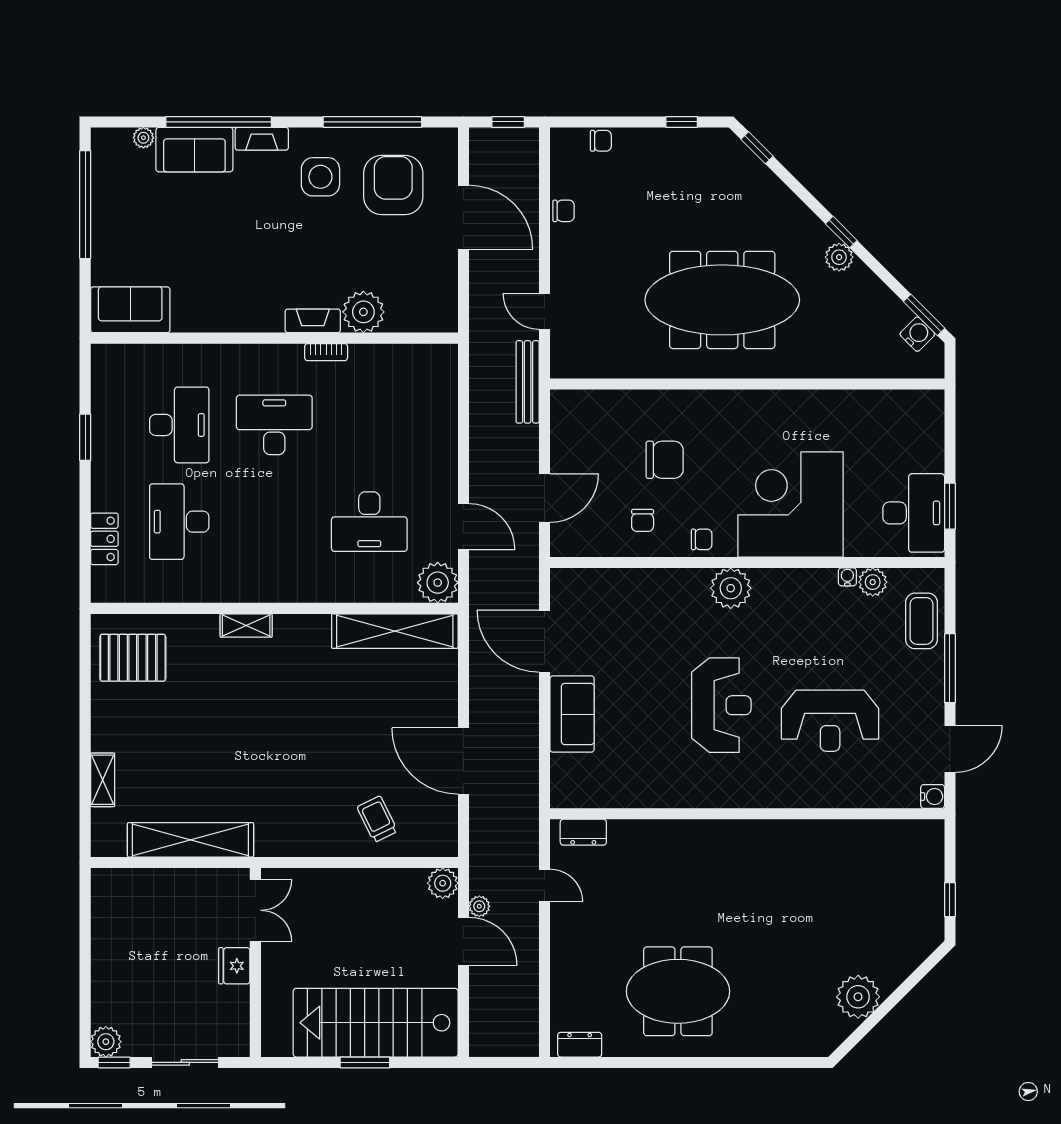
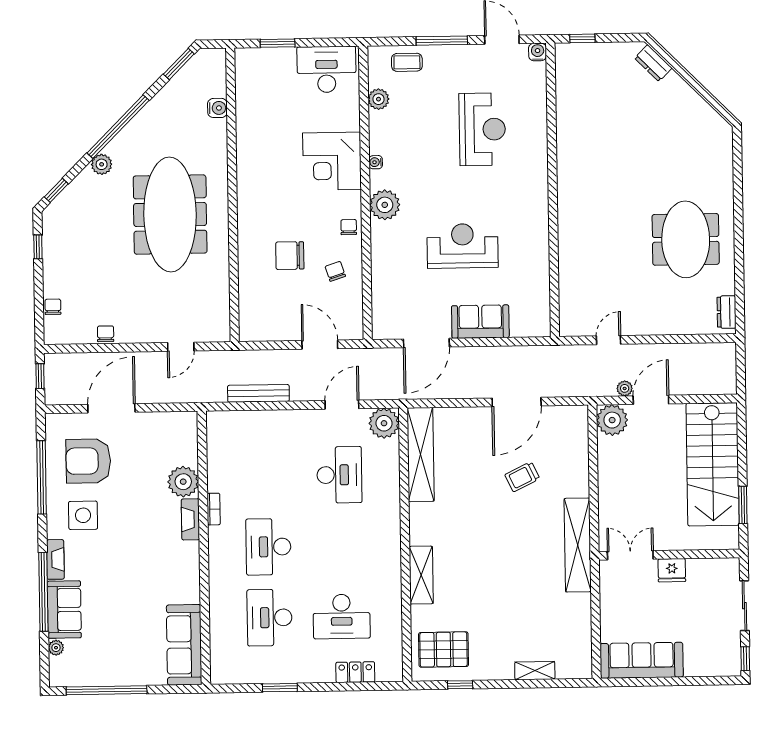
window: (841, 232) -> (118, 127), width x3.17
plant: (839, 257) -> (102, 164), moved
sofa: (130, 310) -> (184, 645), width x1.36
water cooler: (917, 334) -> (217, 108), moved, turned 135
bench: (528, 382) -> (258, 393), moved
desk: (179, 425) -> (270, 618), turned -90
chair: (665, 460) -> (290, 256), turned -90
corner desk: (790, 504) -> (332, 161), width x0.74, depth x0.74
window: (950, 506) -> (278, 43), moved
chair: (643, 520) -> (335, 271), turned -108
water cooler: (847, 577) -> (376, 162), moved
coffee table: (922, 621) -> (407, 62), width x0.73, depth x0.77
shelving: (246, 625) -> (421, 575), width x1.50, depth x1.33
pallet: (133, 658) -> (444, 649), turned 90
window: (85, 679) -> (460, 685), added
reception desk: (721, 705) -> (463, 246), moved
trolley: (377, 819) -> (522, 477), moved
dresser: (583, 832) -> (653, 63), moved, turned 135
shelving: (190, 840) -> (578, 545), moved
plant: (443, 883) -> (612, 420), width x1.36, depth x1.36
window: (950, 900) -> (582, 38), moved
sofa: (114, 923) -> (642, 660), added
plant: (858, 997) -> (688, 105), removed
plant: (106, 1042) -> (730, 665), removed
window: (365, 1062) -> (743, 505), moved

